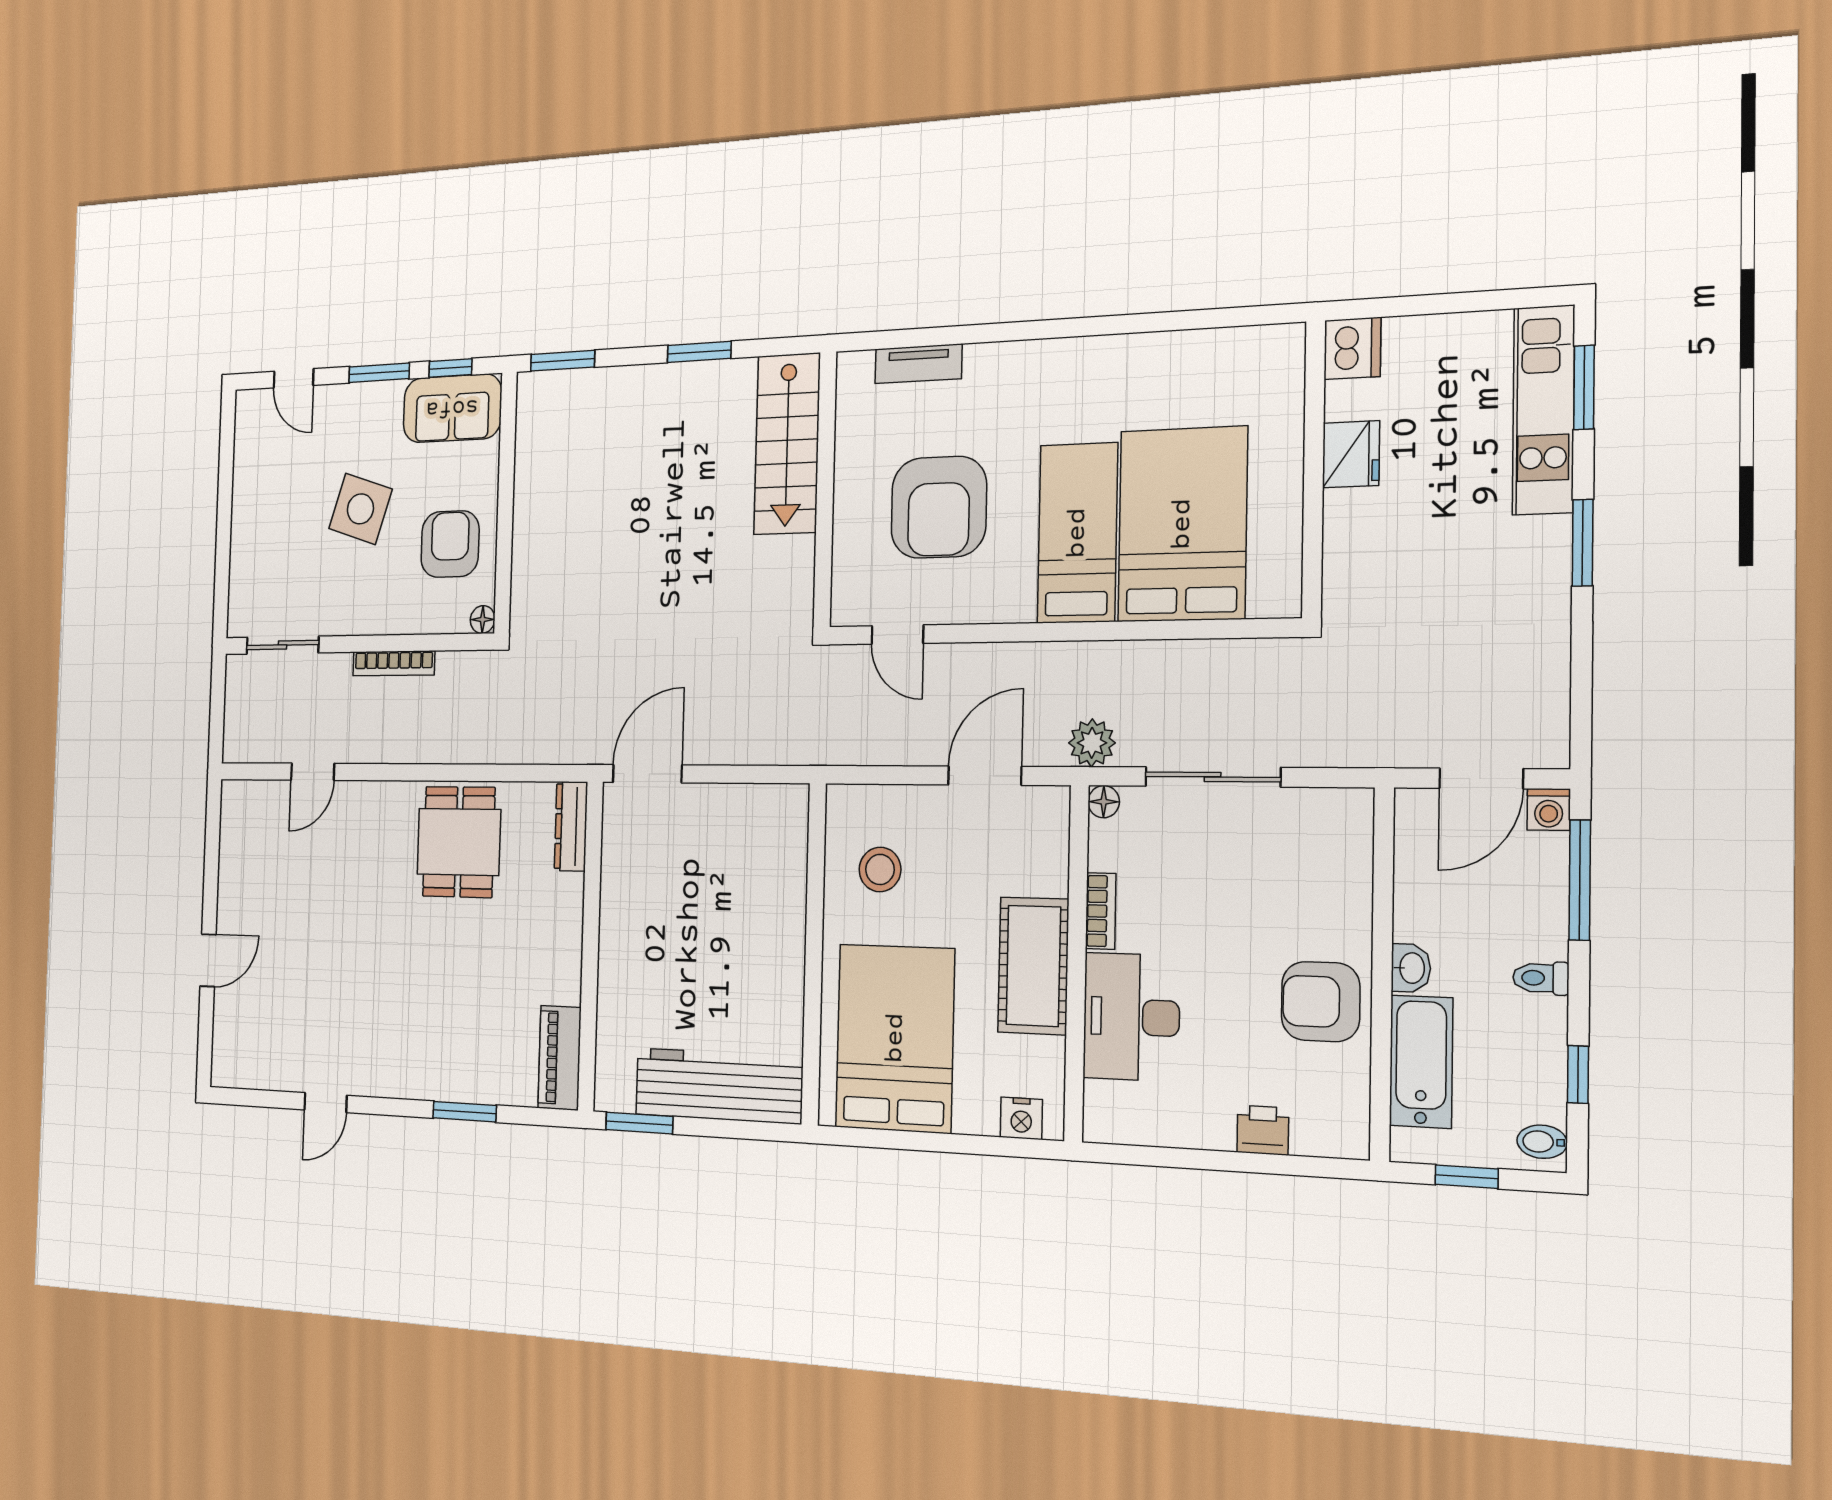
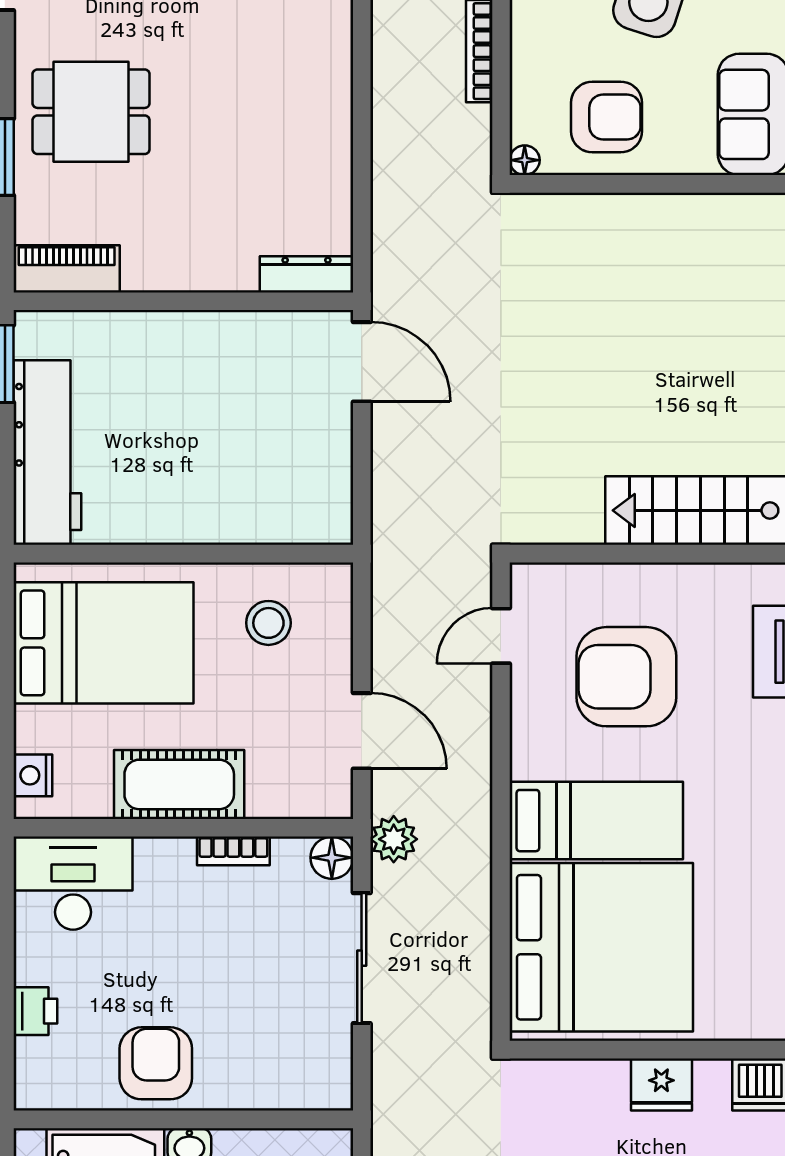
bed: (1182, 524) -> (601, 947), width x1.36
floor lamp: (1104, 802) -> (332, 858), width x1.37, depth x1.37
dining table: (459, 842) -> (91, 112), moved
desk: (1131, 1017) -> (73, 883), moved

